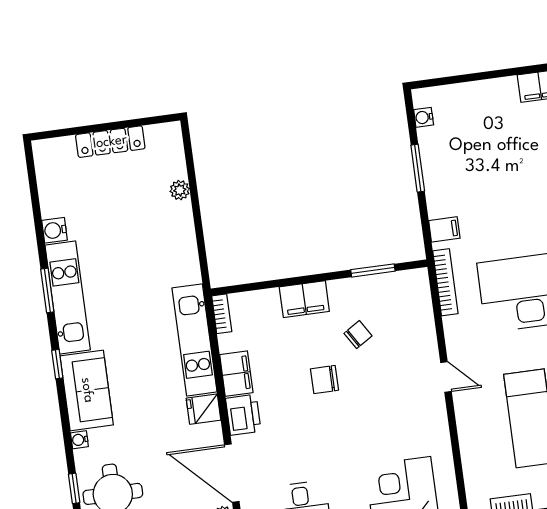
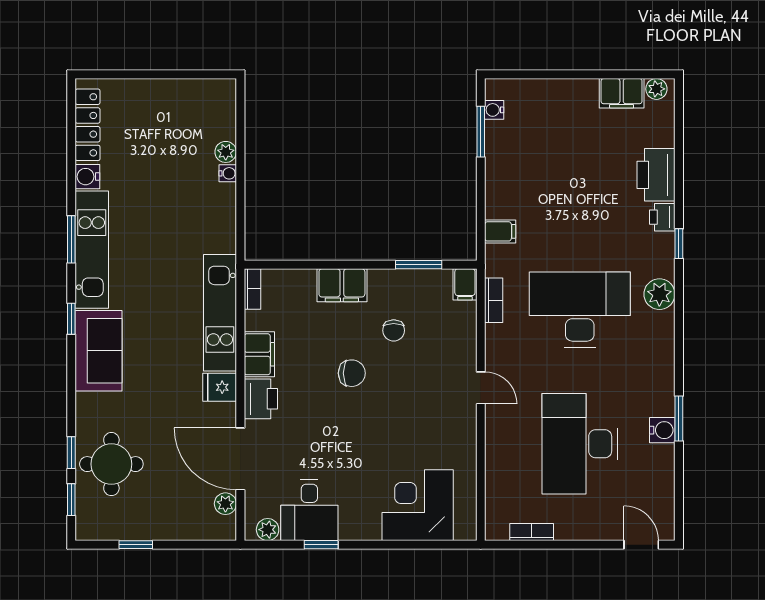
locker: (110, 142) -> (88, 125), moved, turned -90
window: (418, 168) -> (481, 132), moved
bookcase: (445, 282) -> (494, 300), width x0.64
filing cabinet: (418, 283) -> (465, 284), added
chair: (358, 335) -> (394, 330), turned 122
chair: (324, 379) -> (352, 373), turned 180
water cooler: (79, 440) -> (228, 173), moved, turned 180

